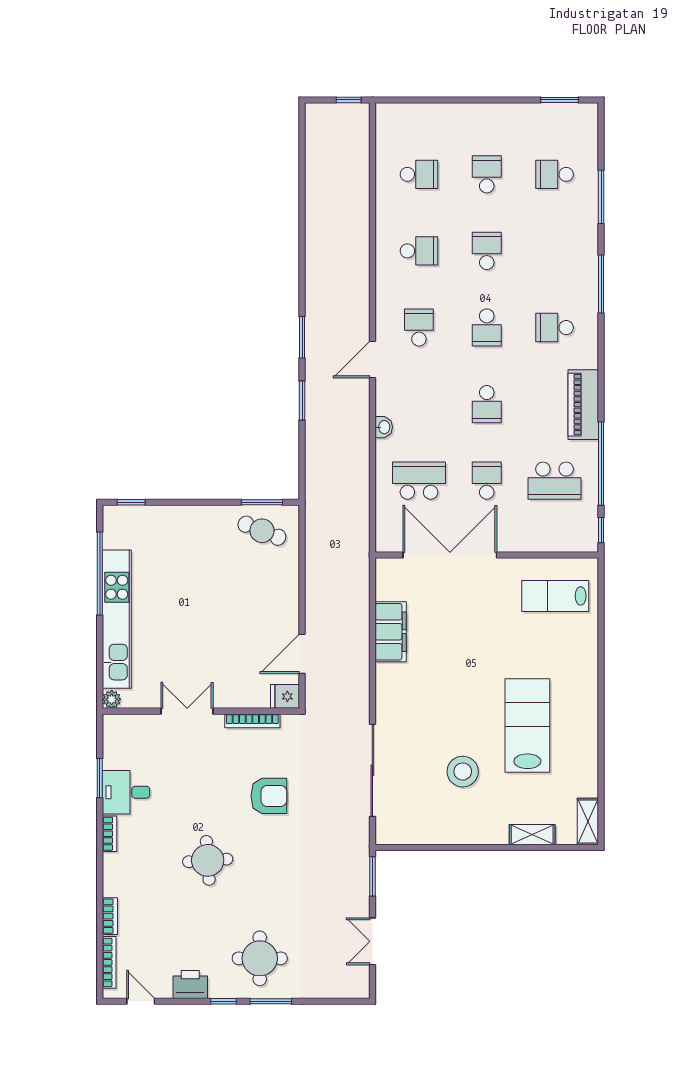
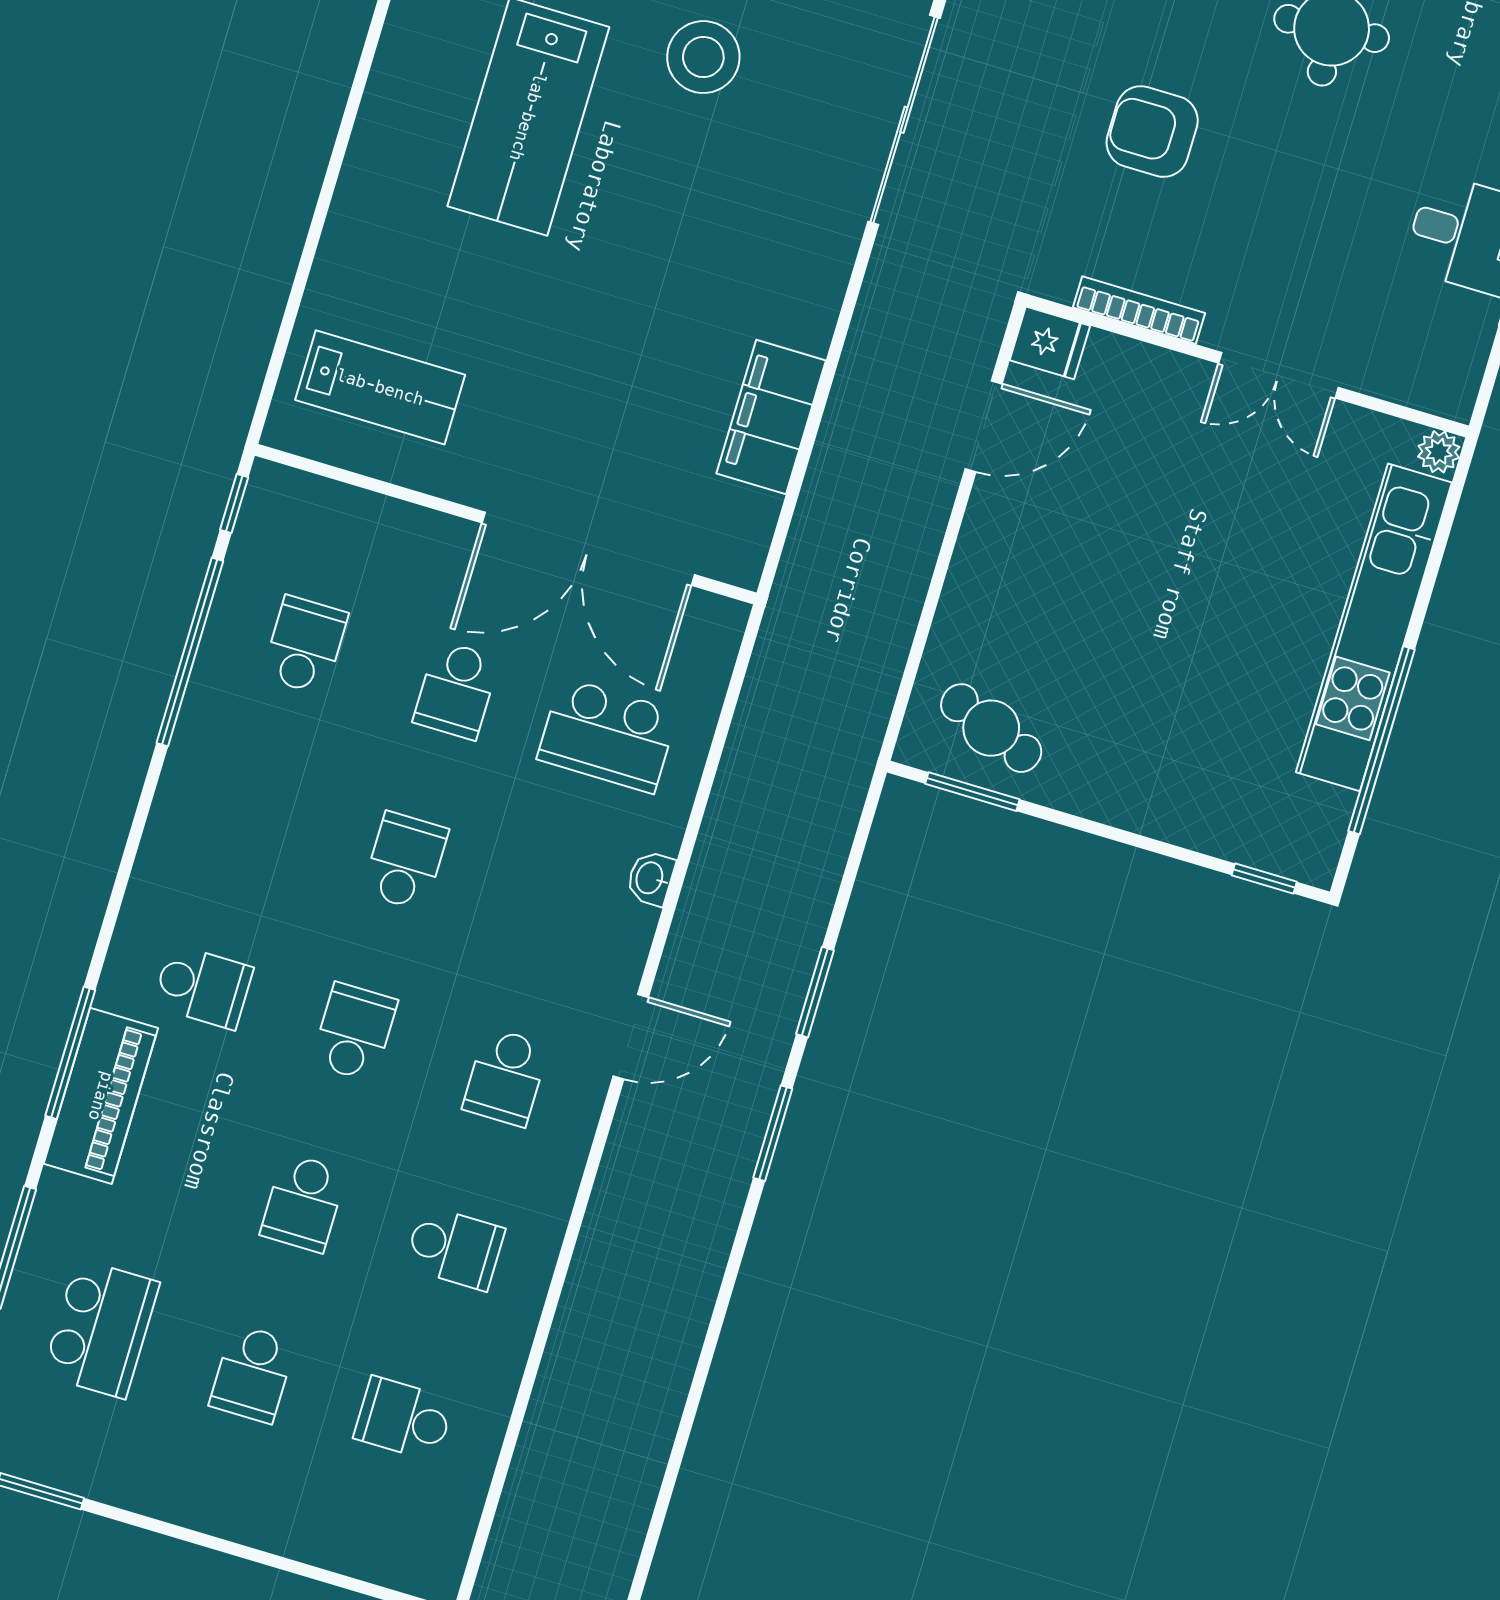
school desk: (555, 174) -> (101, 1329), width x1.85
school desk: (419, 251) -> (455, 1248), turned 180
piano: (583, 405) -> (101, 1096), moved
school desk: (555, 481) -> (305, 645), width x0.54

